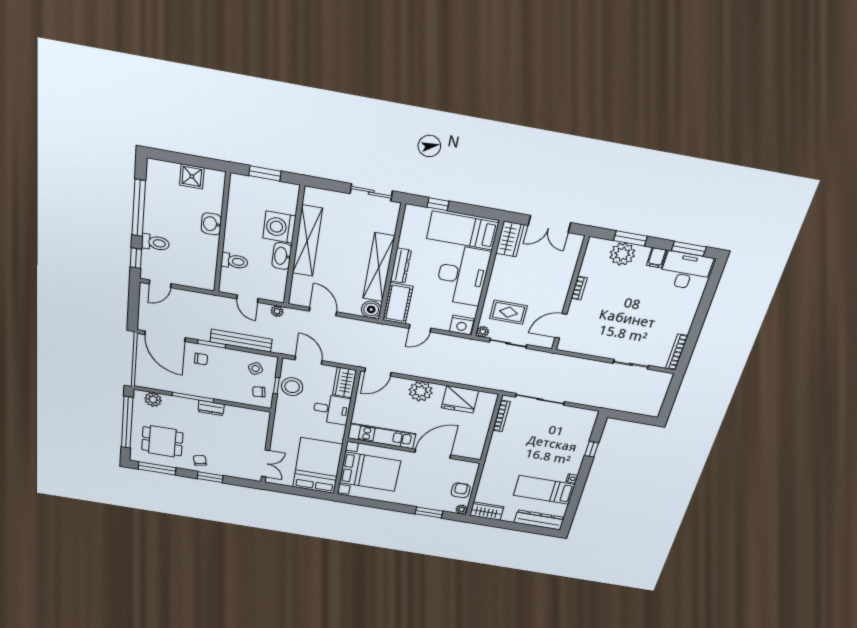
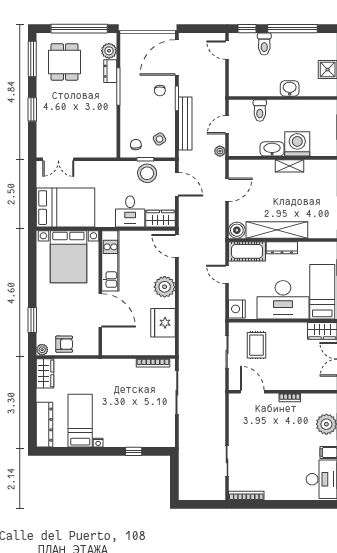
shelving: (307, 241) -> (289, 166), width x0.45, depth x0.75
plant: (483, 332) -> (234, 328), removed
door: (309, 360) -> (177, 184), hinge flipped
dresser: (211, 408) -> (110, 71), moved
chair: (200, 460) -> (50, 98), removed

